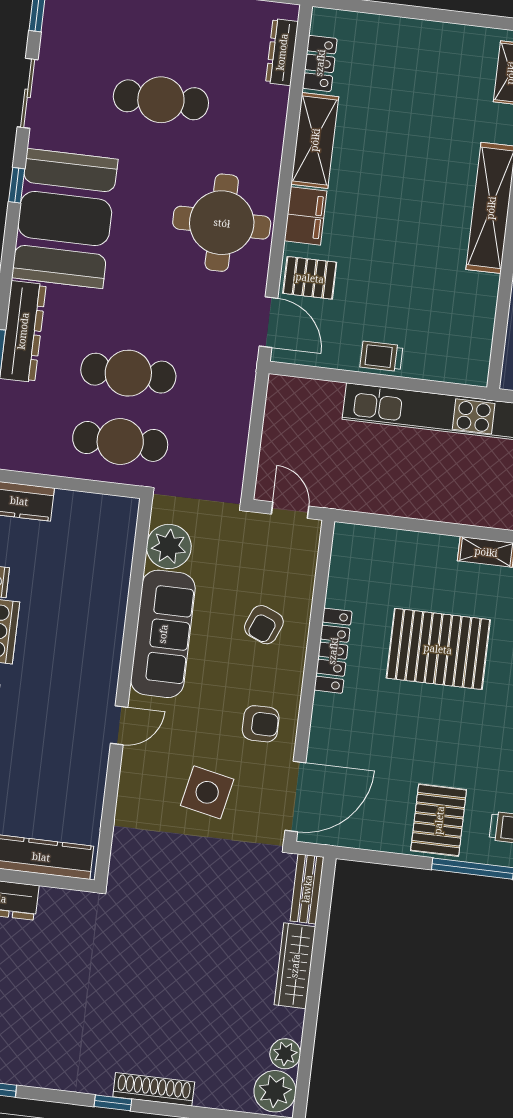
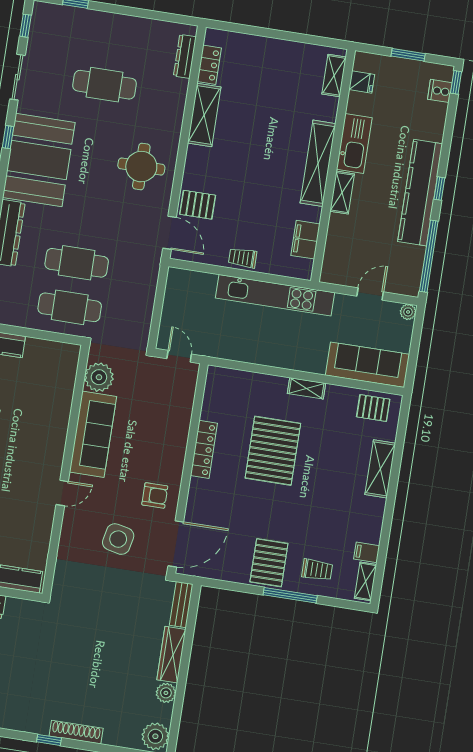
filing cabinet: (305, 216) -> (305, 240), moved, turned 180
round table: (222, 223) -> (141, 167), width x0.73, depth x0.73
armchair: (264, 625) -> (159, 431), removed
pallet: (438, 649) -> (273, 451), turned 90
plant: (285, 1054) -> (166, 693), moved

